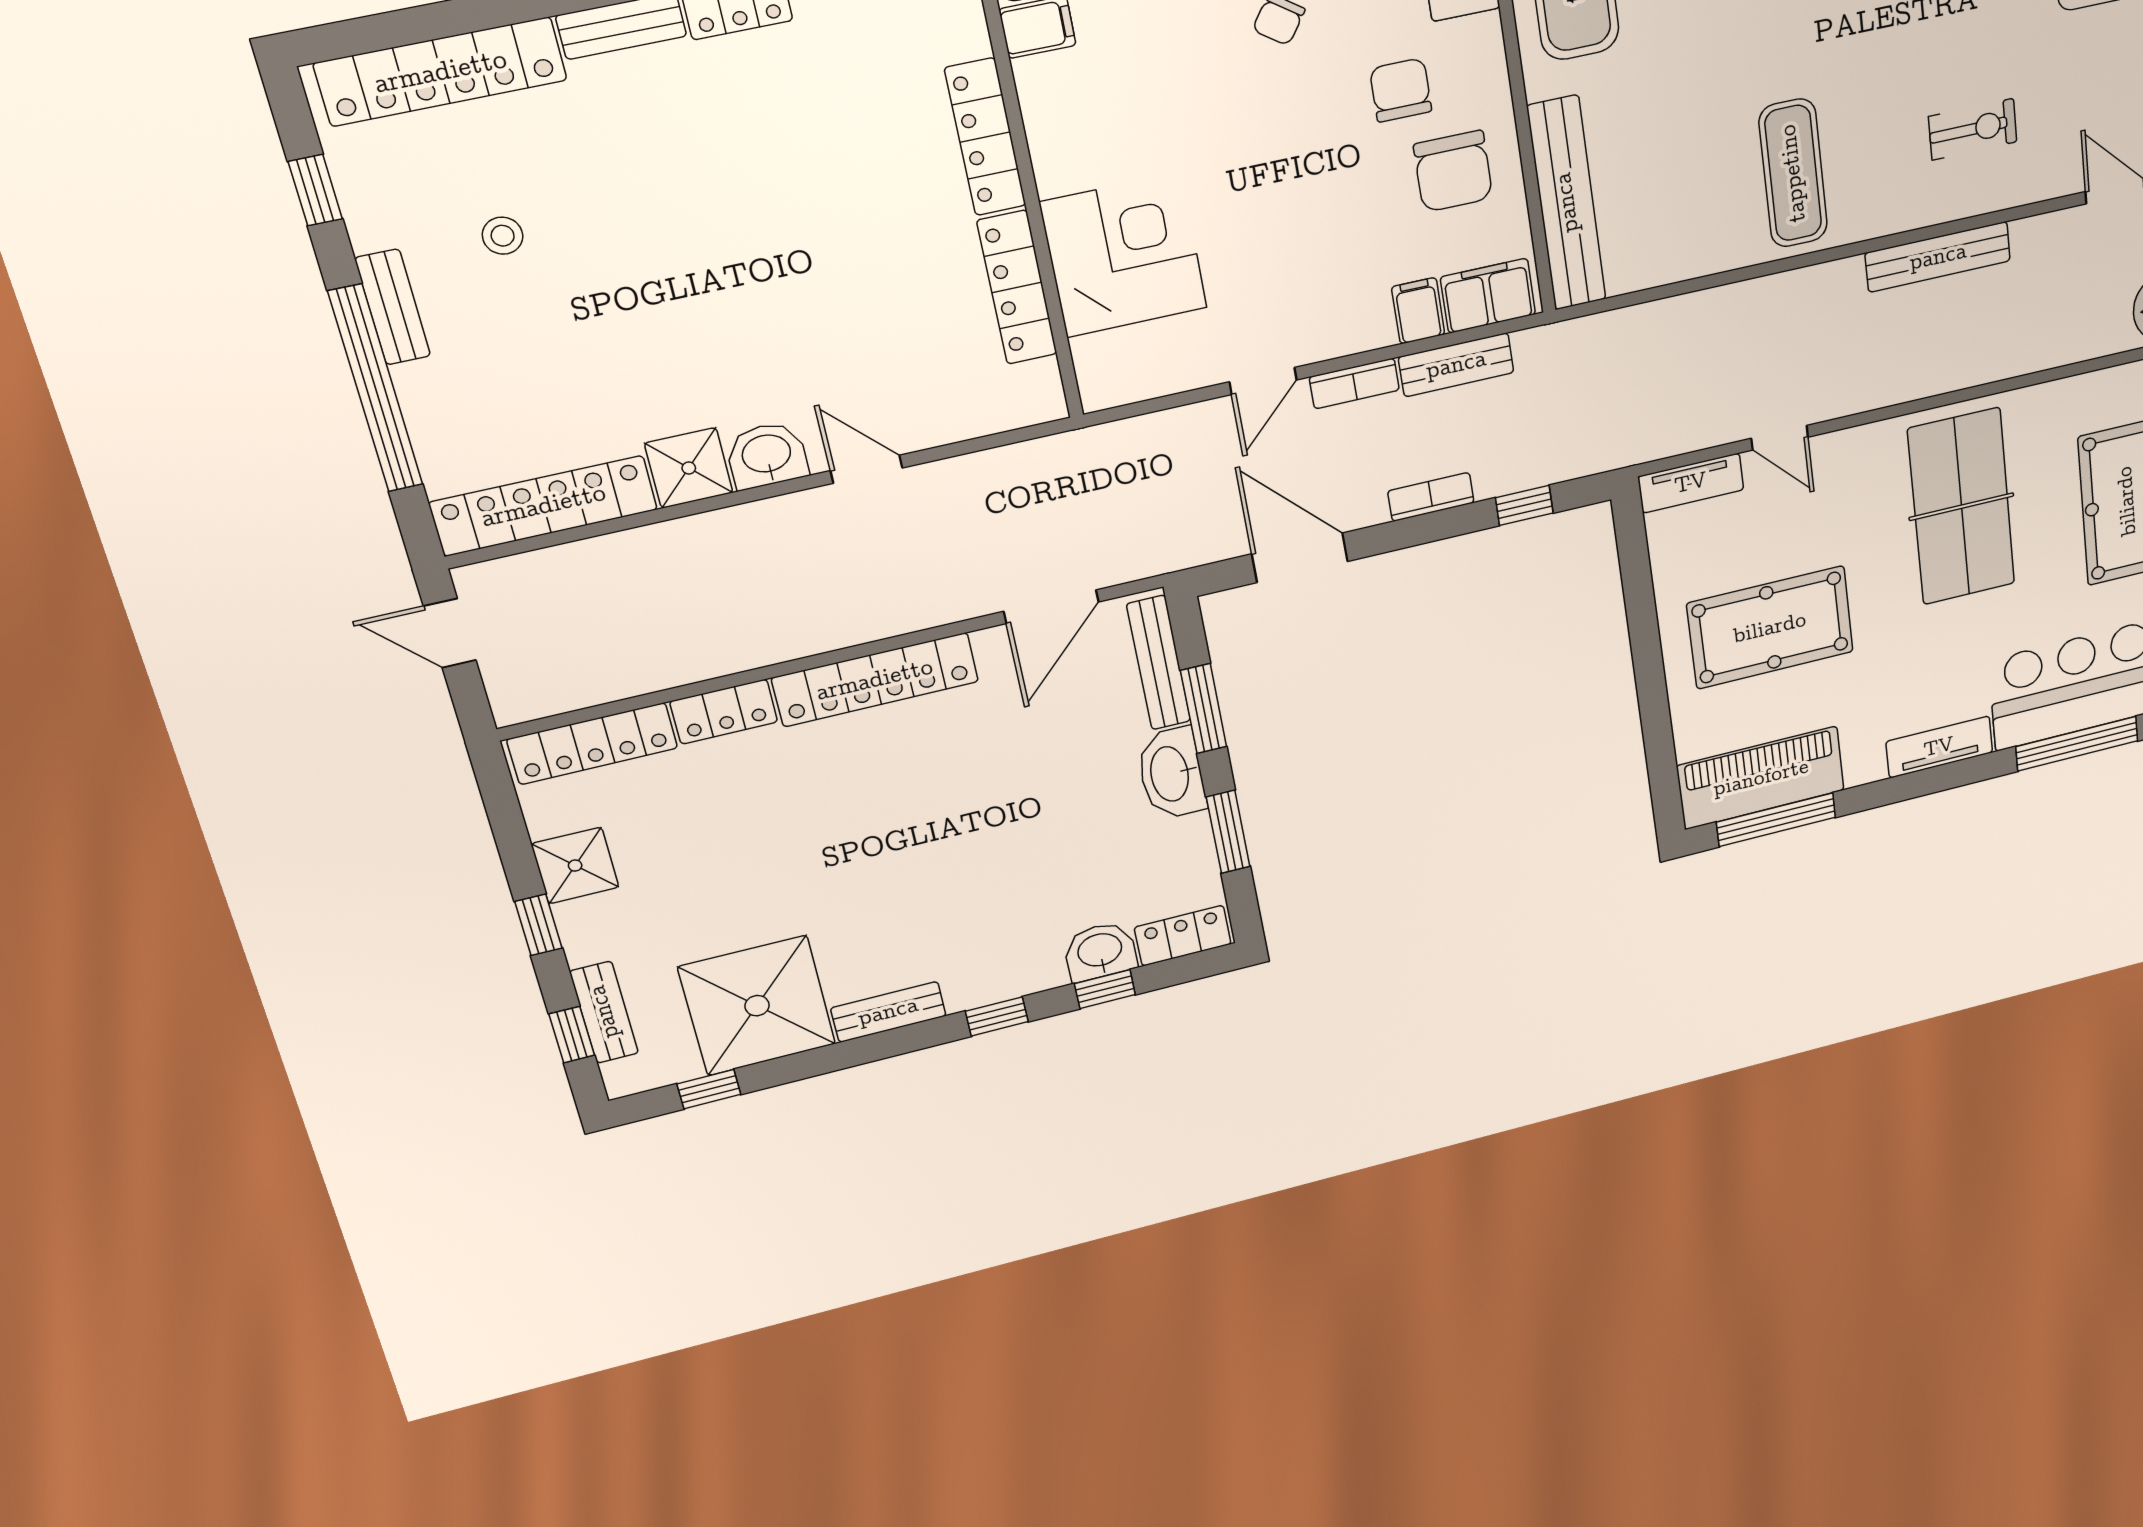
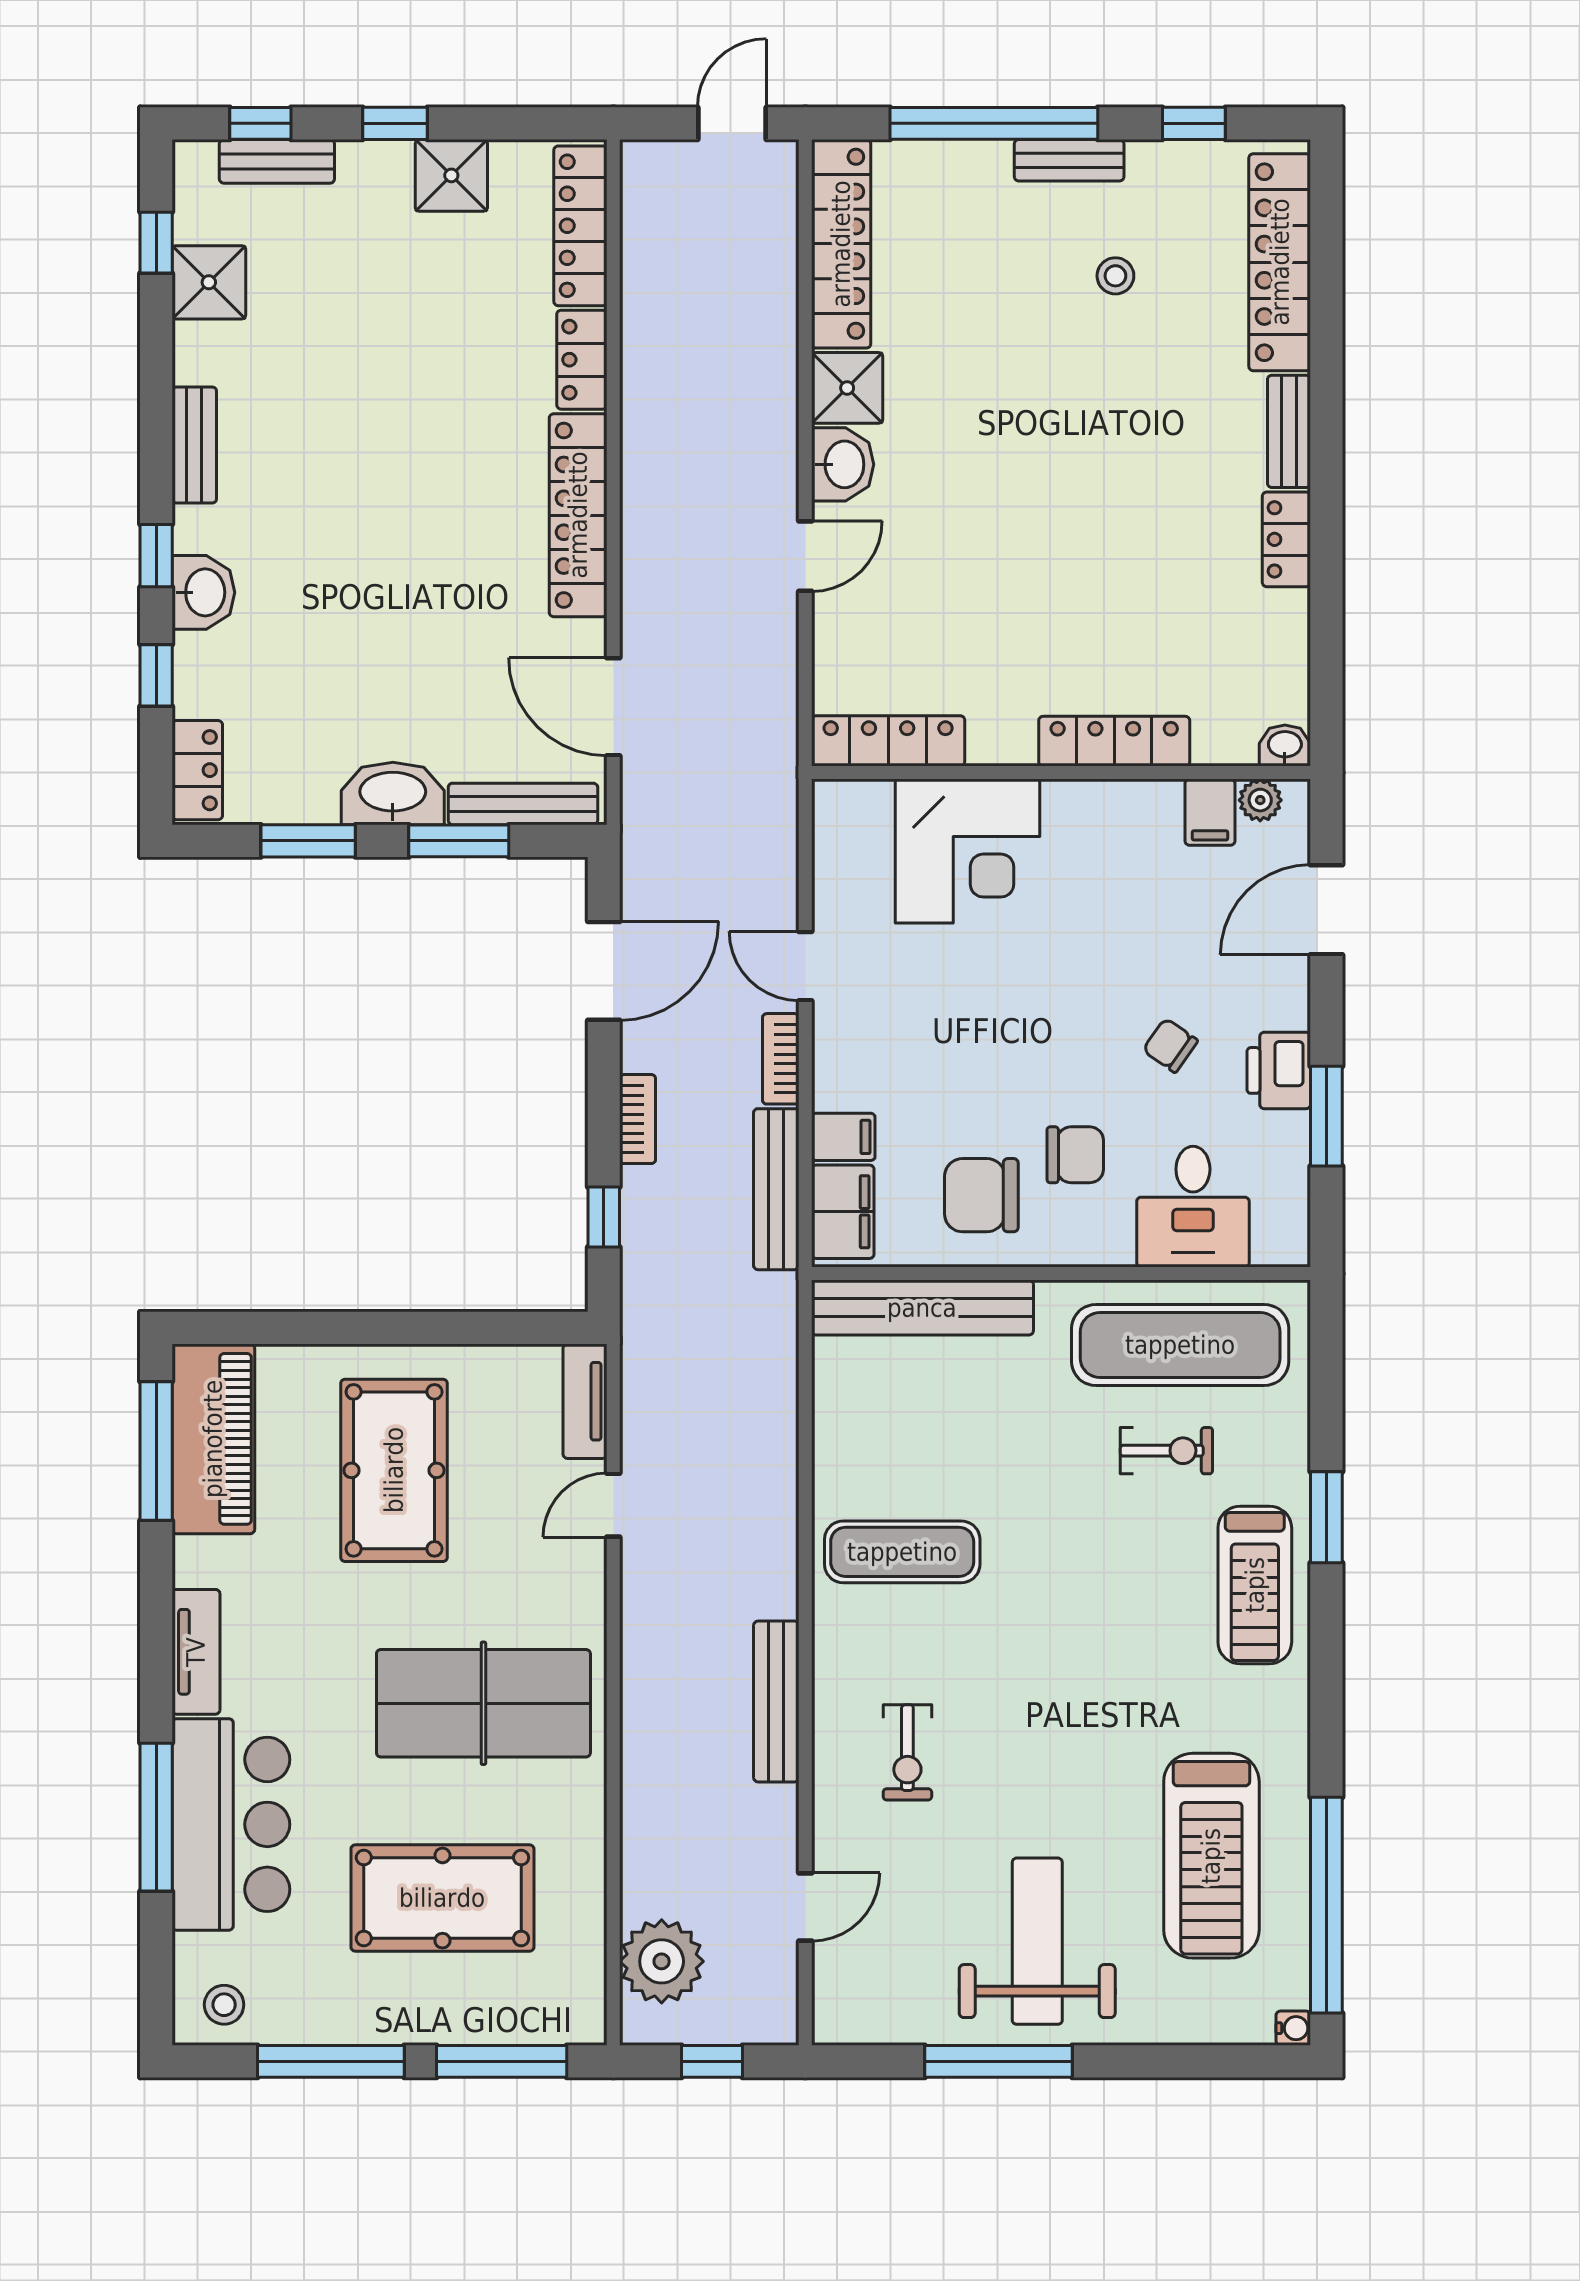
locker: (1017, 288) -> (888, 741), moved
bench: (1456, 365) -> (776, 1189), width x1.36
washbasin: (1100, 951) -> (203, 592), moved
shower: (757, 1006) -> (209, 282), width x0.54, depth x0.54

